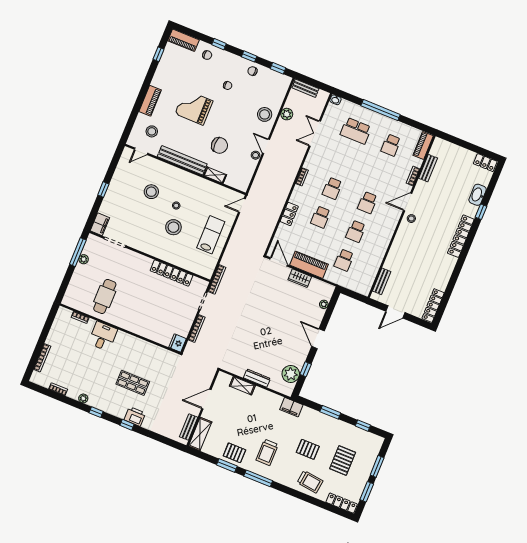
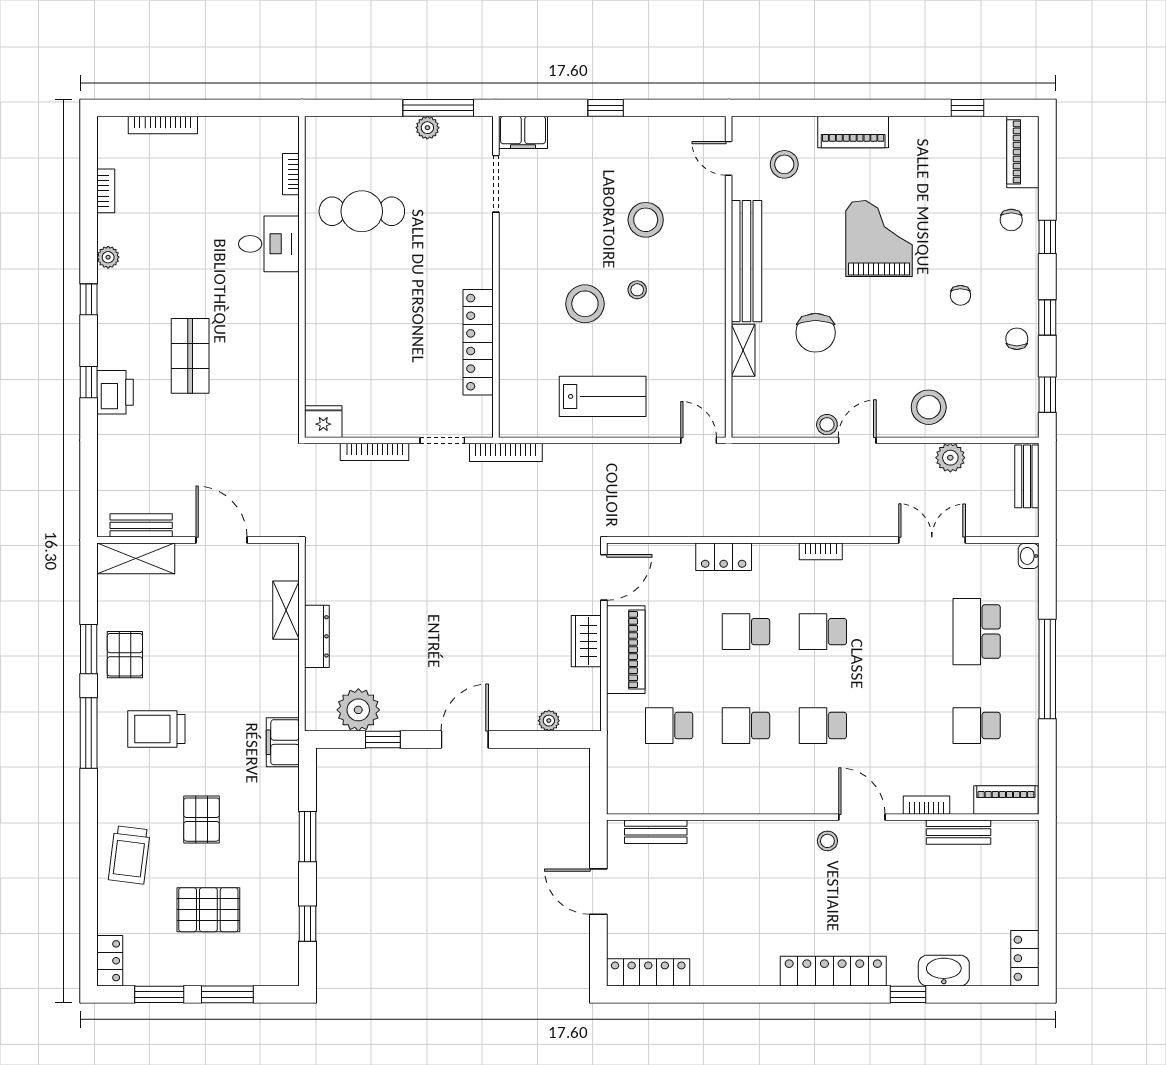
locker: (342, 503) -> (110, 961), width x0.66

